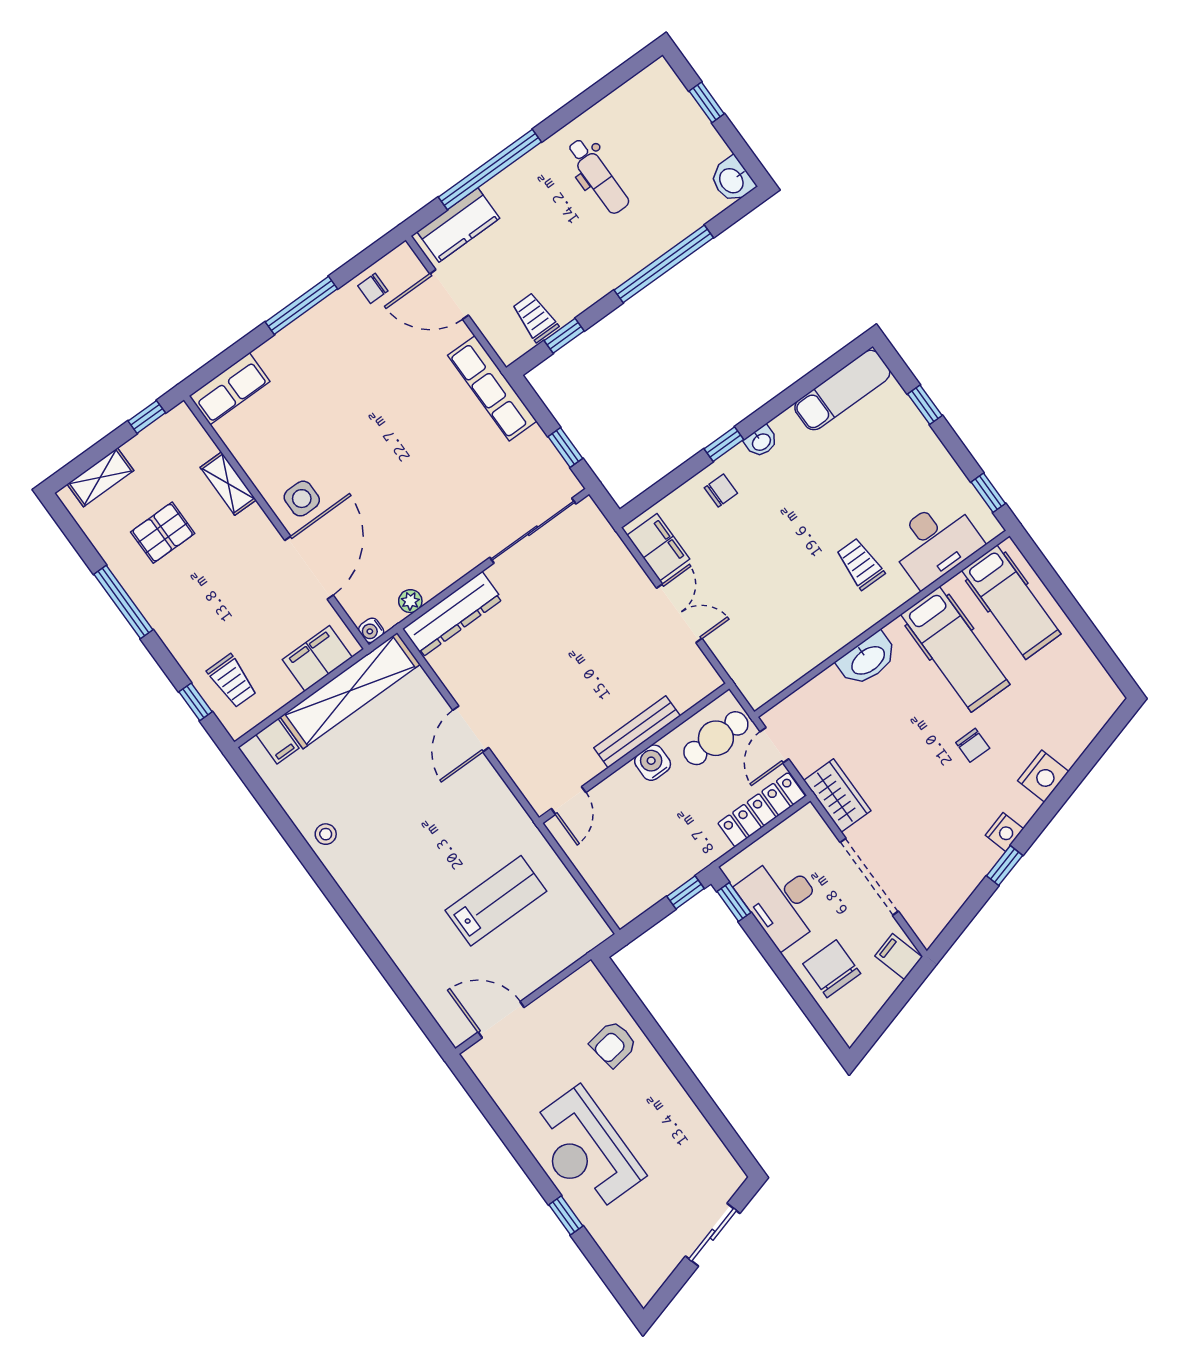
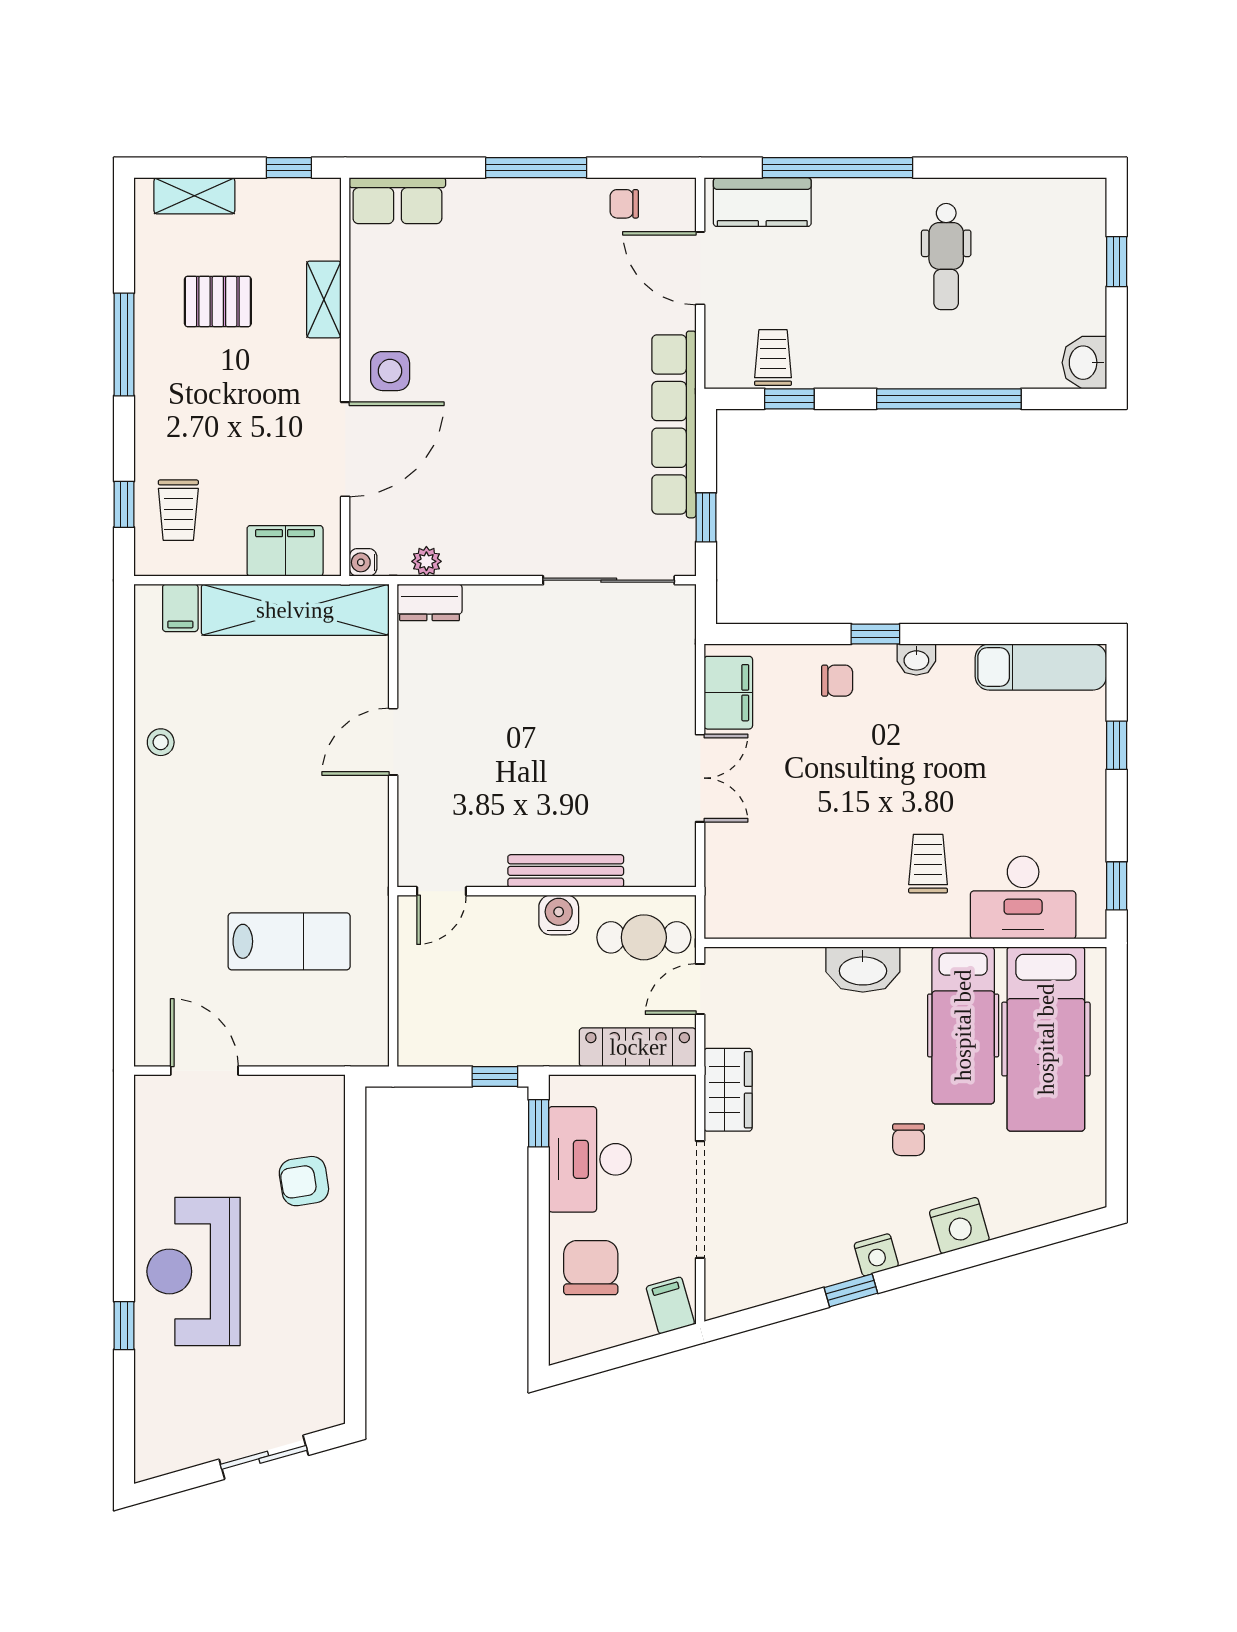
row of seats: (492, 388) -> (674, 424), width x1.36
hospital bed: (1011, 602) -> (1046, 1039), width x1.37, depth x1.29
dresser: (452, 614) -> (430, 602), width x0.51, depth x0.80

